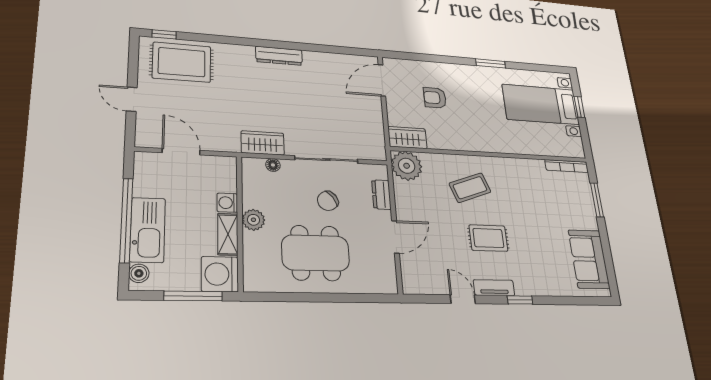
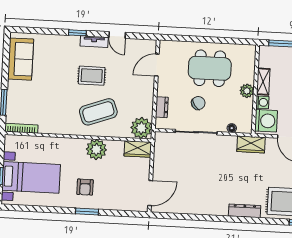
dresser: (279, 56) -> (245, 211), moved
window: (491, 63) -> (87, 211), moved
armchair: (435, 98) -> (85, 187), moved, turned 90
plant: (464, 138) -> (96, 149), added
wardrobe: (263, 143) -> (251, 144), moved
coffee table: (470, 188) -> (98, 112), width x1.36, depth x1.32
door: (396, 237) -> (157, 65), moved
washing machine: (220, 274) -> (266, 121), moved

